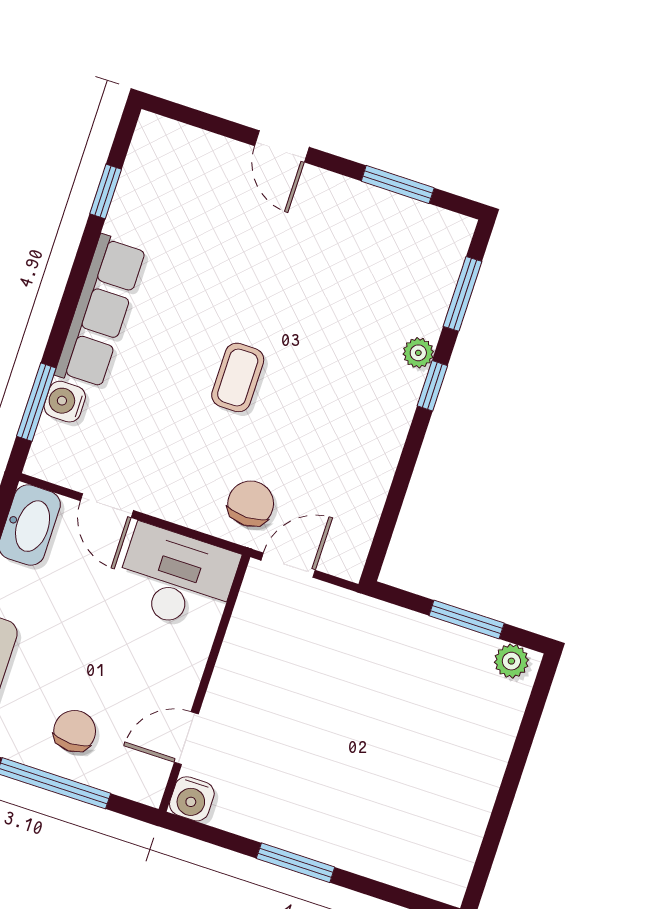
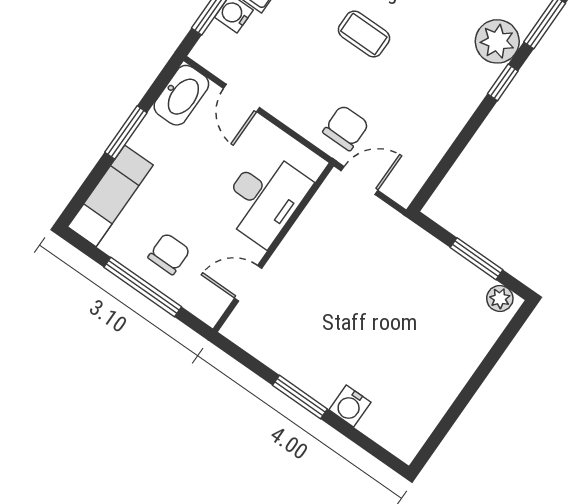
plant: (418, 353) -> (497, 41), width x1.87, depth x1.87
coffee table: (238, 377) -> (364, 34), turned 90
desk: (177, 578) -> (264, 198), moved, turned 90
water cooler: (192, 799) -> (350, 406), moved

